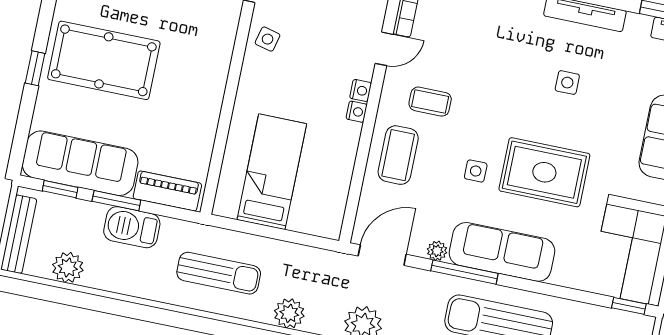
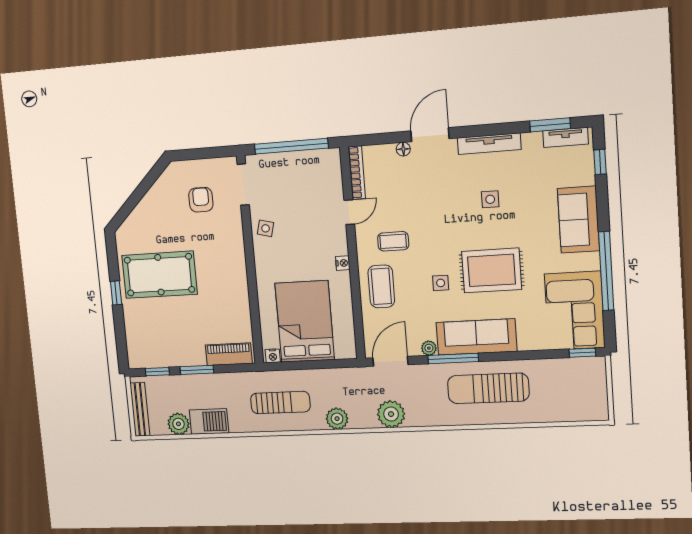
nightstand: (361, 90) -> (273, 356), moved, turned 90
sofa: (80, 163) -> (165, 350), removed
bed: (272, 172) -> (305, 321), width x1.50
barbecue: (132, 227) -> (209, 421), moved, turned 180

